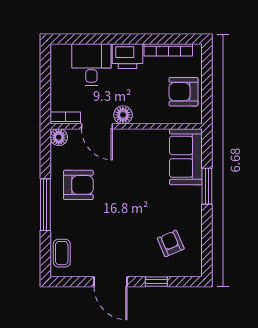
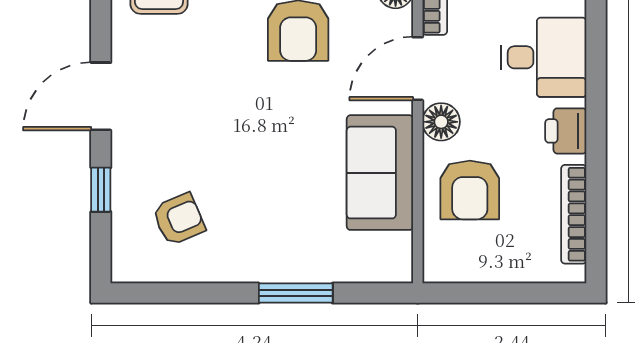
printer: (127, 56) -> (566, 131), width x0.73, depth x0.81
armchair: (184, 92) -> (470, 190), moved, turned 180
sofa: (186, 157) -> (380, 173), moved, turned -90

